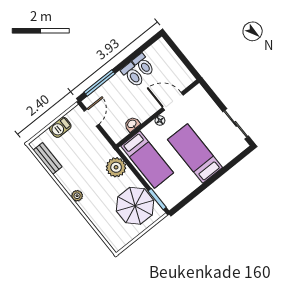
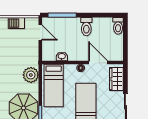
toilet: (144, 65) -> (118, 26), moved
wardrobe: (204, 103) -> (116, 79), added
door: (92, 118) -> (40, 33), hinge flipped

